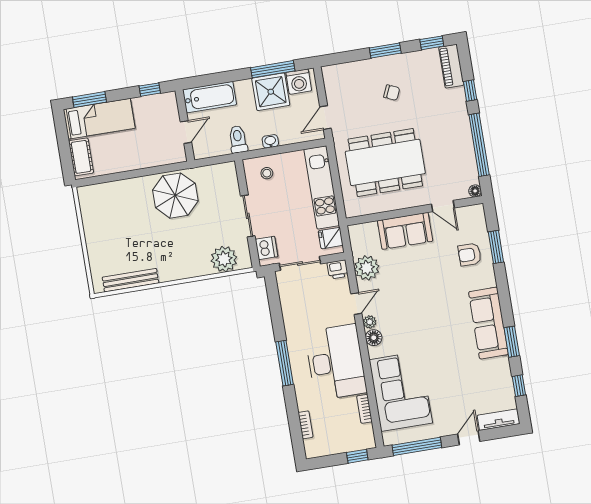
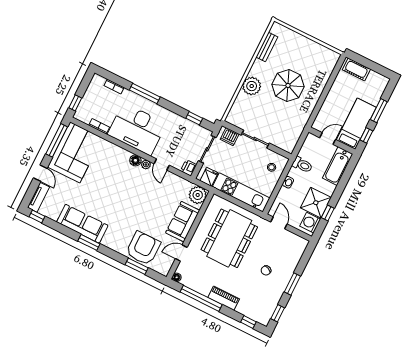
piano: (451, 66) -> (224, 298), moved
window: (273, 69) -> (328, 213), width x0.46
window: (470, 91) -> (248, 322), moved
window: (89, 100) -> (379, 111), moved
bed: (99, 119) -> (356, 124), moved, turned 180
door: (186, 132) -> (328, 139), swing flipped
parasol: (175, 196) -> (288, 85), moved
armchair: (470, 255) -> (143, 248), width x1.88, depth x1.88
plant: (224, 259) -> (252, 86), moved
plant: (367, 268) -> (198, 195), moved
bench: (130, 280) -> (267, 47), width x0.73
window: (275, 305) -> (194, 118), added
sofa: (488, 323) -> (82, 224), moved
window: (512, 342) -> (89, 242), moved
window: (285, 363) -> (145, 94), moved
window: (519, 386) -> (37, 217), moved
corner sofa: (401, 391) -> (75, 152), moved, turned -90

